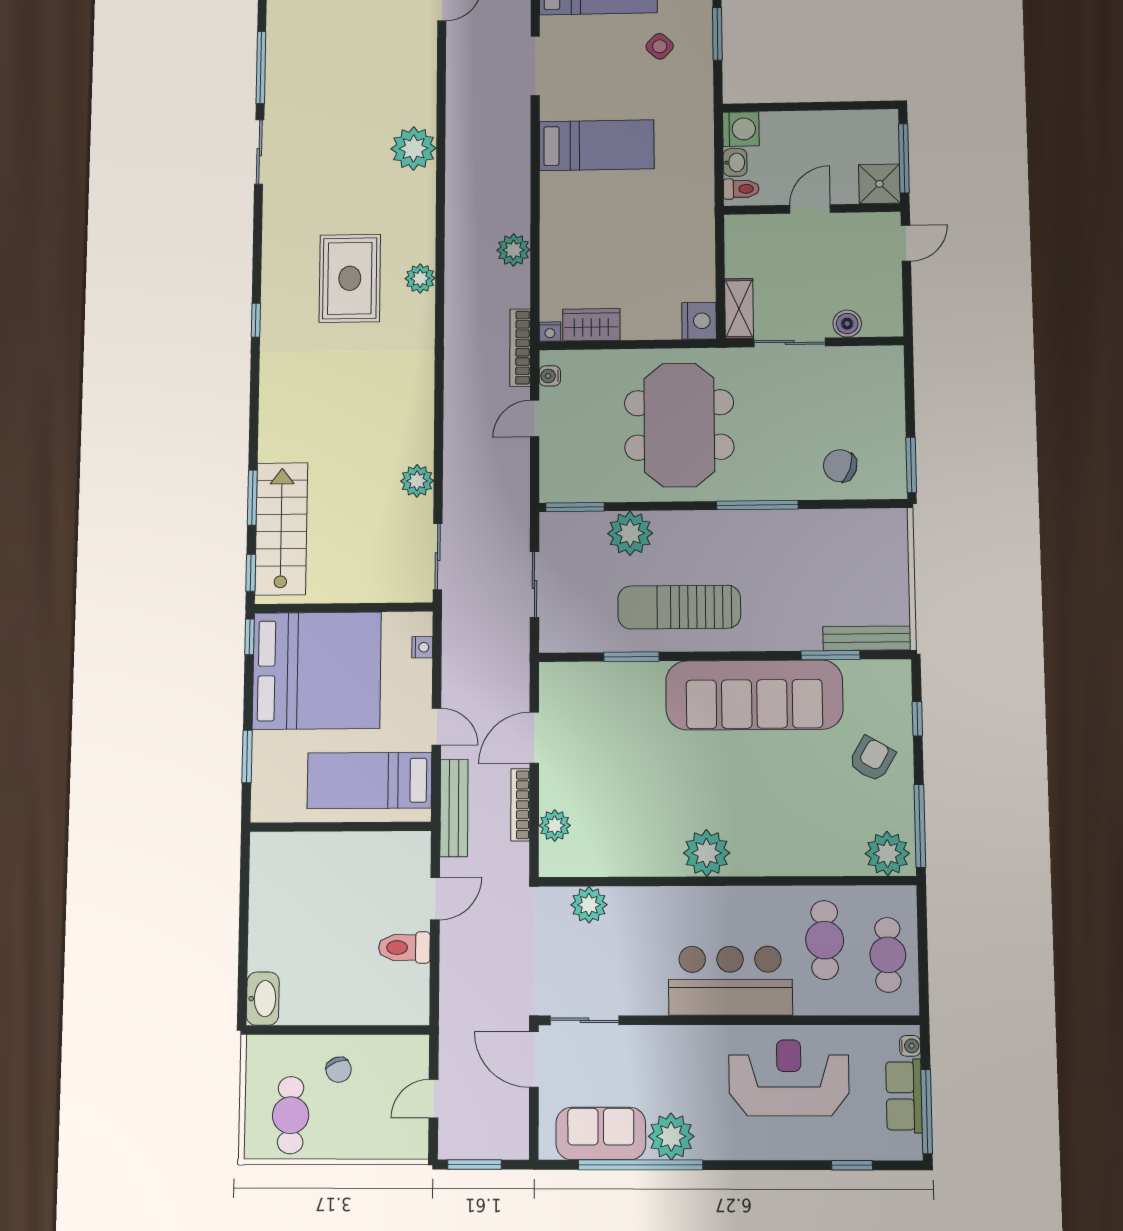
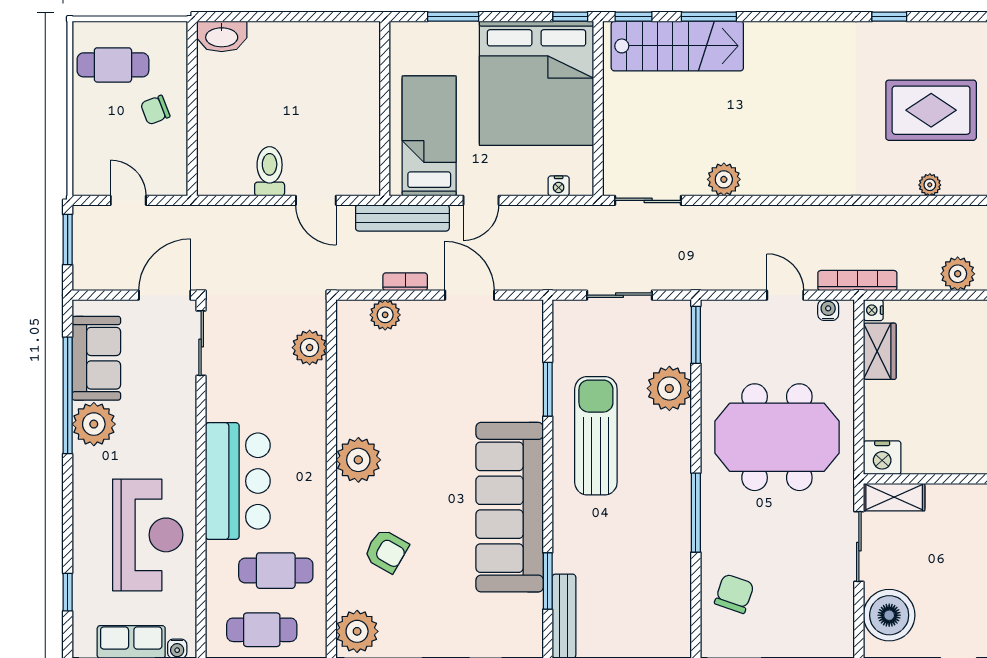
plant: (420, 278) -> (930, 185), width x0.73, depth x0.73
boiler: (847, 324) -> (889, 615), width x1.86, depth x1.86
armchair: (872, 759) -> (386, 551), moved
bookcase: (520, 805) -> (405, 282), width x0.64

